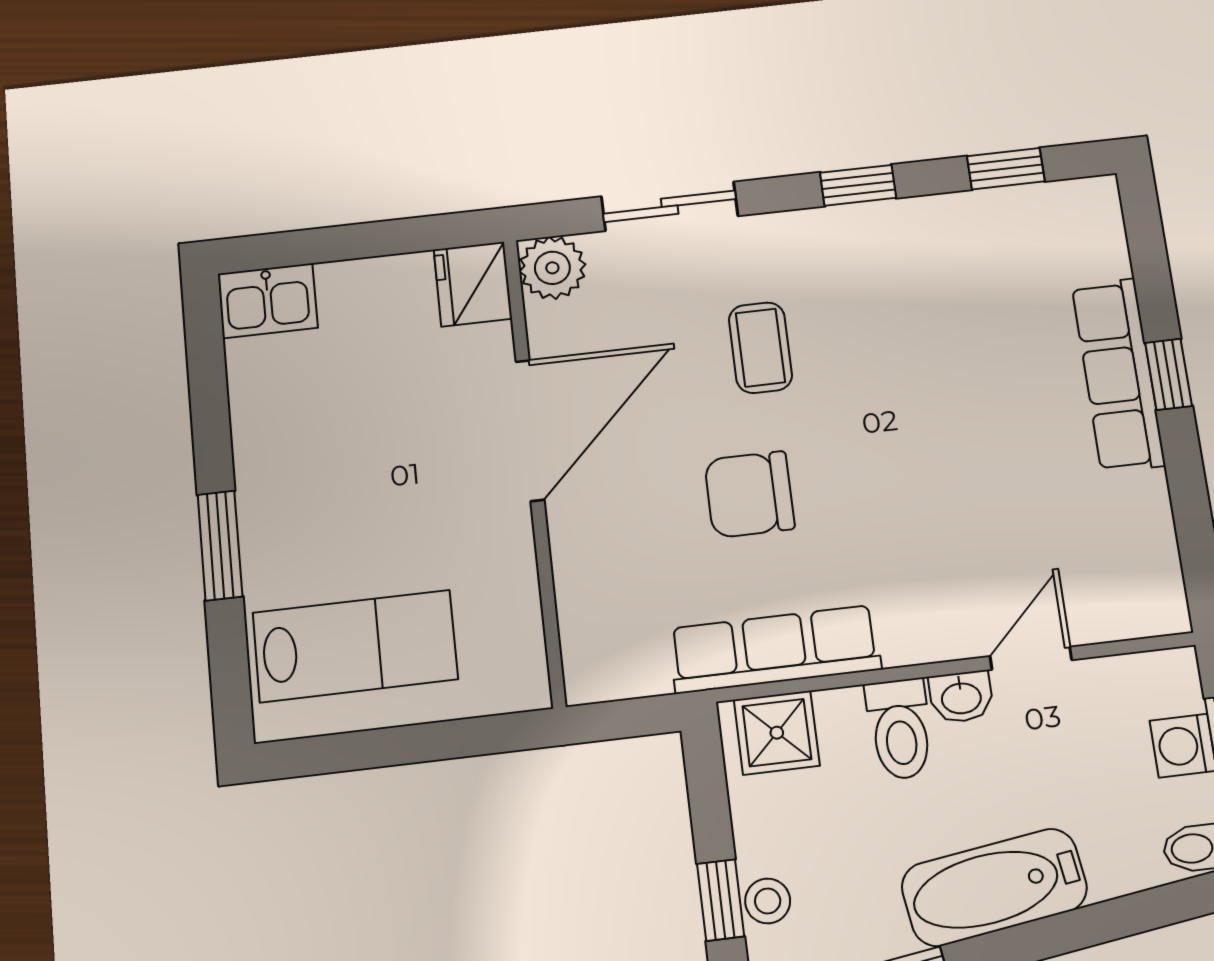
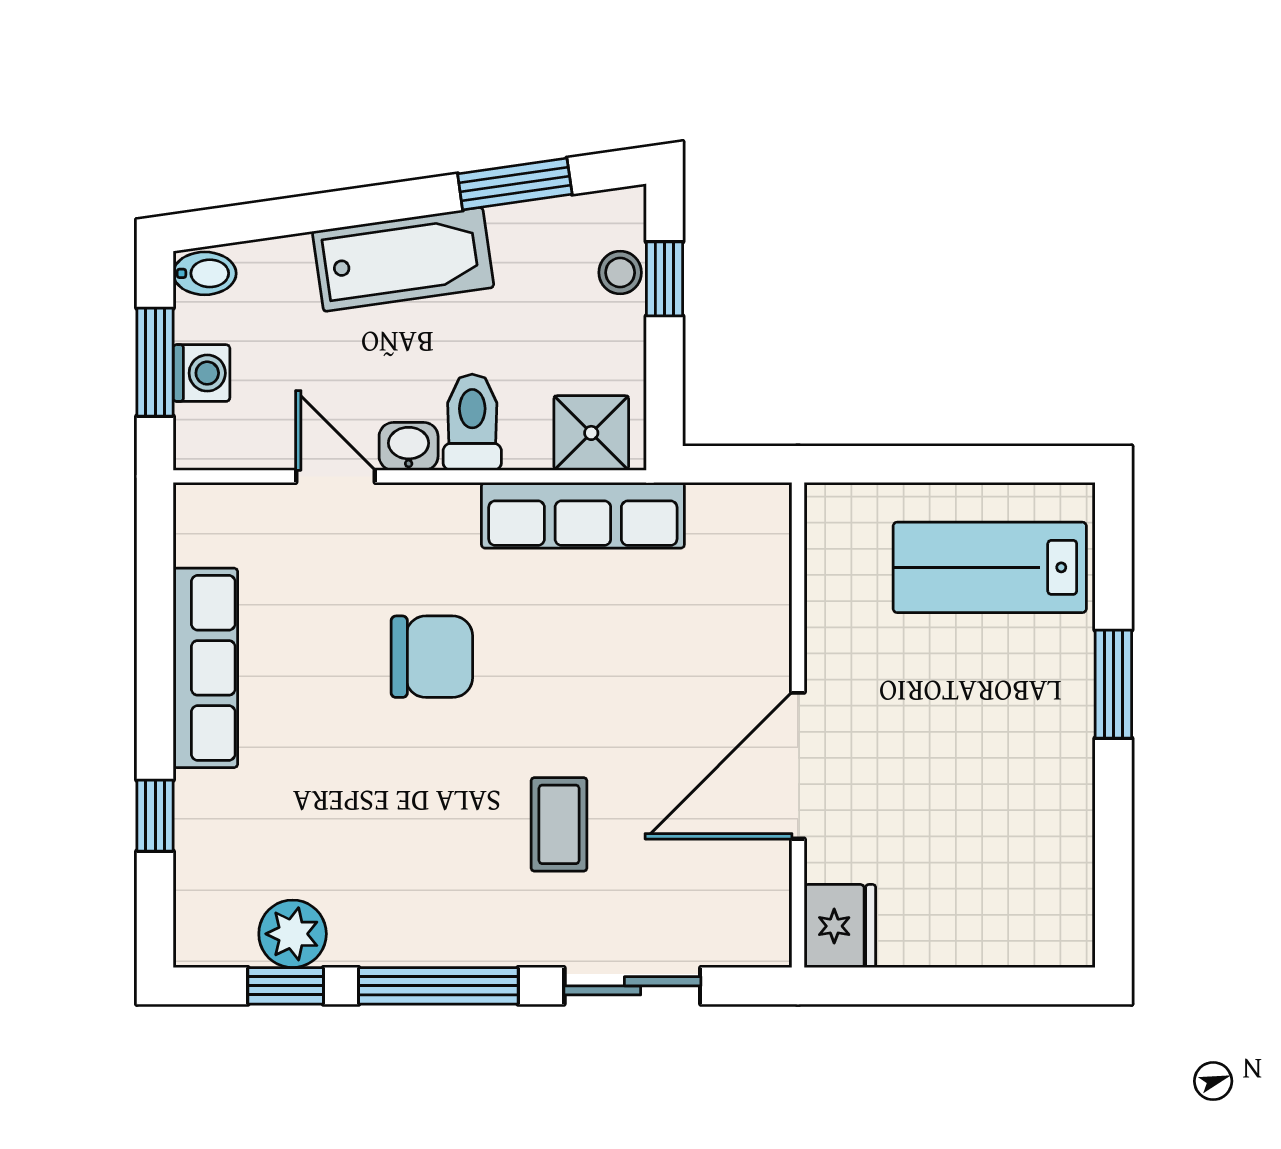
window: (858, 185) -> (438, 986), width x2.17
plant: (552, 268) -> (293, 934), moved
kitchen sink: (268, 301) -> (1047, 933), removed
window: (1169, 374) -> (155, 816), moved
row of seats: (1118, 375) -> (205, 668), moved
chair: (749, 494) -> (432, 657), moved
door: (1031, 658) -> (335, 476), swing flipped

